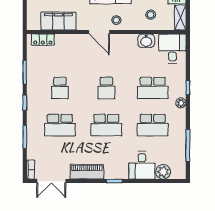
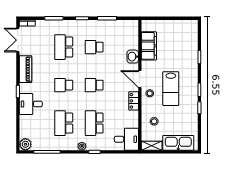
door: (99, 32) -> (140, 79), hinge flipped
locker: (43, 40) -> (134, 101), moved
washbasin: (146, 41) -> (133, 57), moved
school desk: (106, 125) -> (64, 85), width x0.54
desk: (142, 165) -> (31, 104), moved
plant: (163, 172) -> (25, 144), moved

